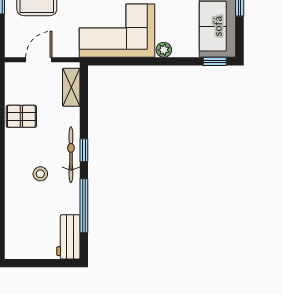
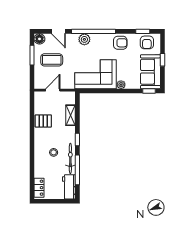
shelving: (71, 87) -> (71, 115), moved
bicycle: (71, 155) -> (70, 158), moved
locker: (14, 238) -> (39, 188), added

